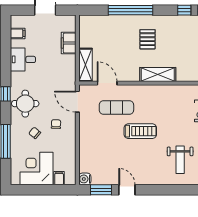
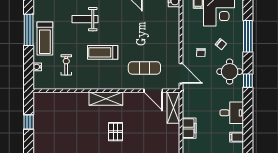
treadmill: (140, 131) -> (103, 52), moved
weight bench: (180, 160) -> (85, 19), turned -90

